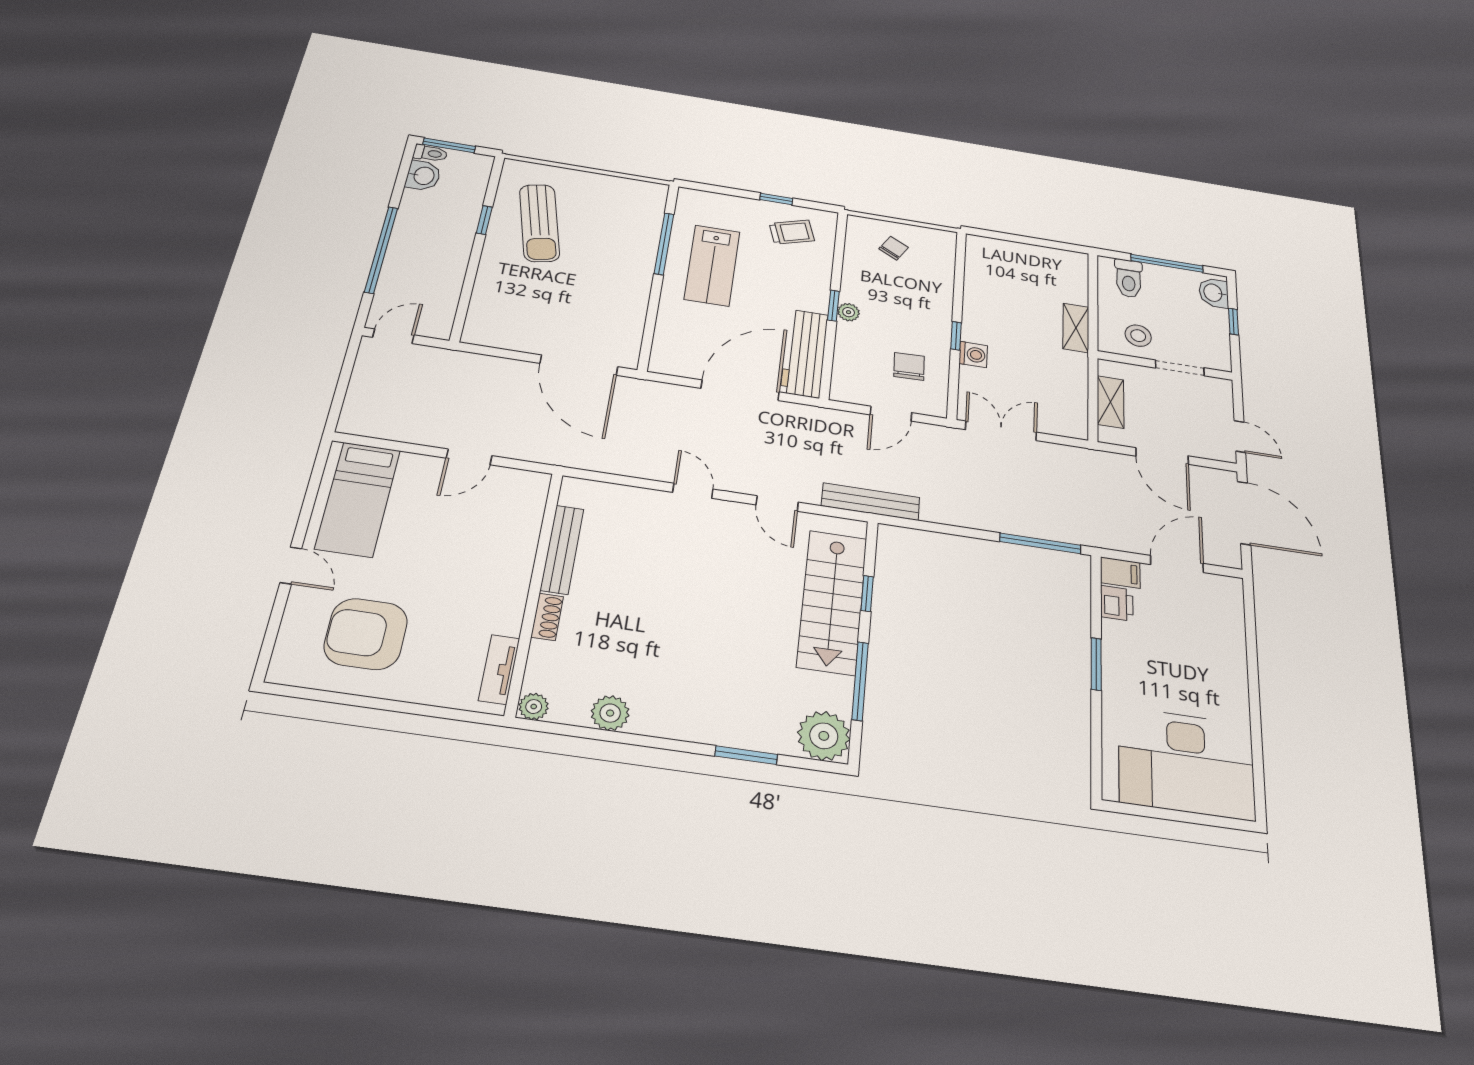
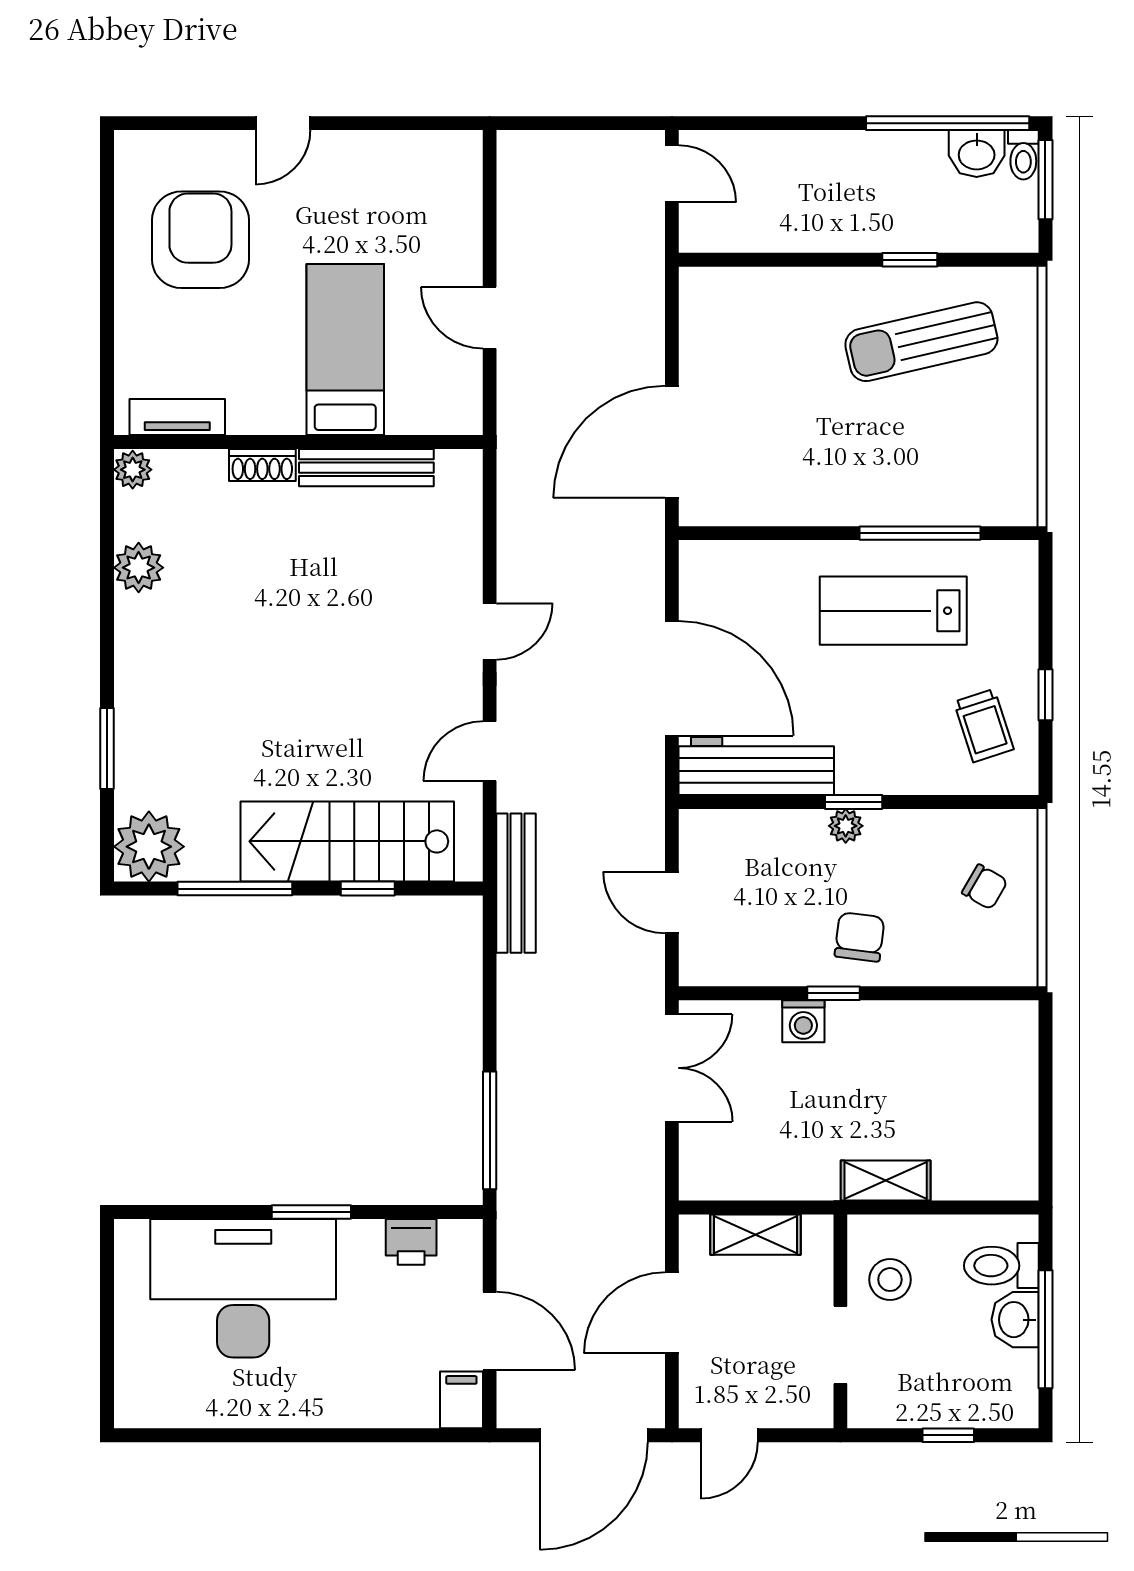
window: (381, 250) -> (948, 123), moved
washbasin: (1214, 293) -> (1015, 1320), moved, turned -90
chair: (909, 366) -> (860, 937), moved, turned -81
bed: (358, 499) -> (345, 350), moved, turned 90
filing cabinet: (1120, 573) -> (461, 1400), moved, turned 180
desk: (1186, 763) -> (243, 1288), moved, turned 90

